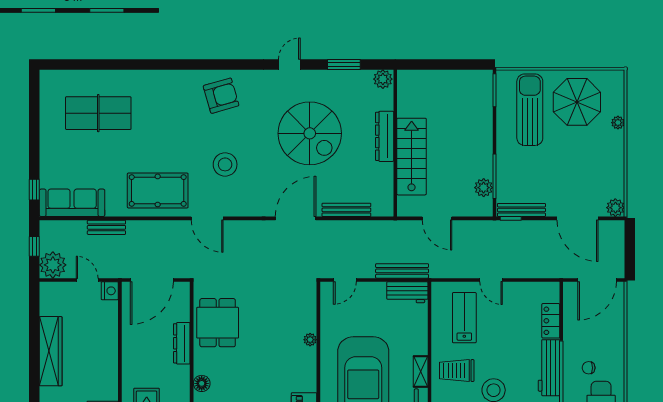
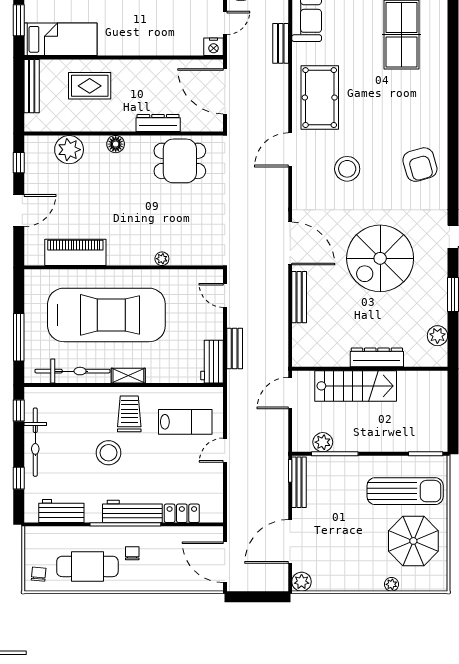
dresser: (385, 136) -> (377, 357), moved
wall: (395, 143) -> (370, 369), moved
stairs: (412, 157) -> (356, 386), moved
bench: (402, 271) -> (235, 349), width x0.73

